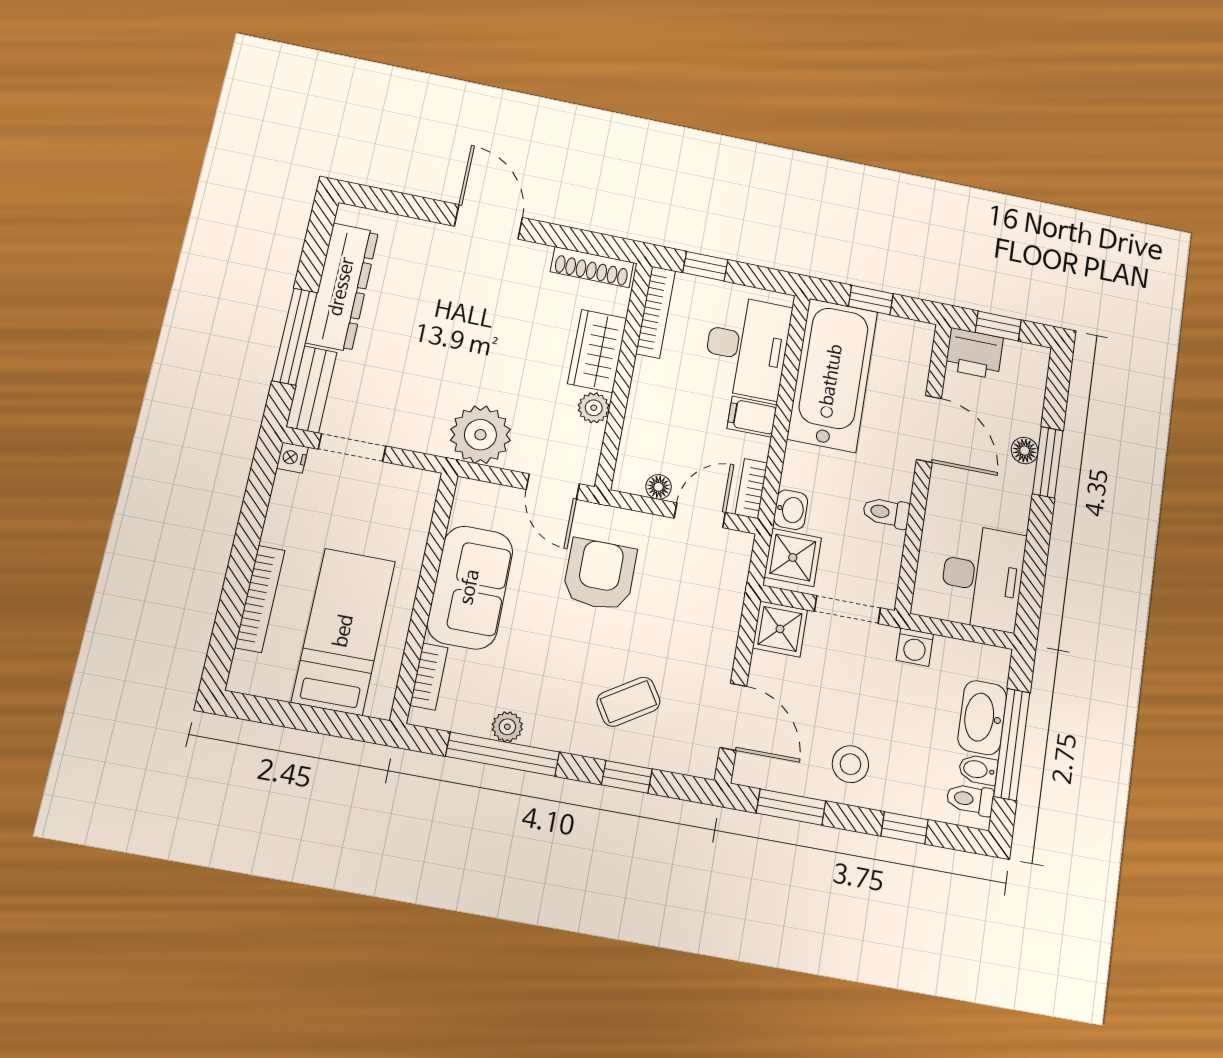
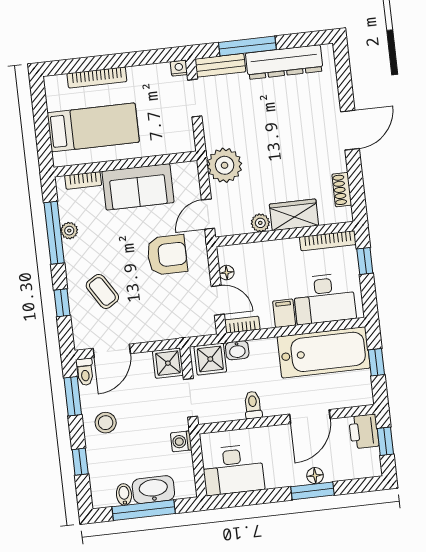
shoe rack: (592, 267) -> (342, 190), width x0.70
toilet: (970, 799) -> (85, 372), moved, turned 180

